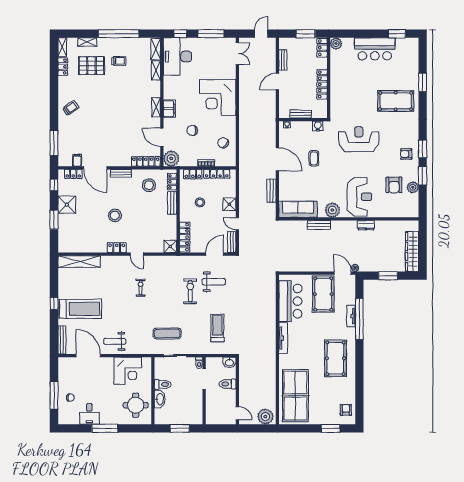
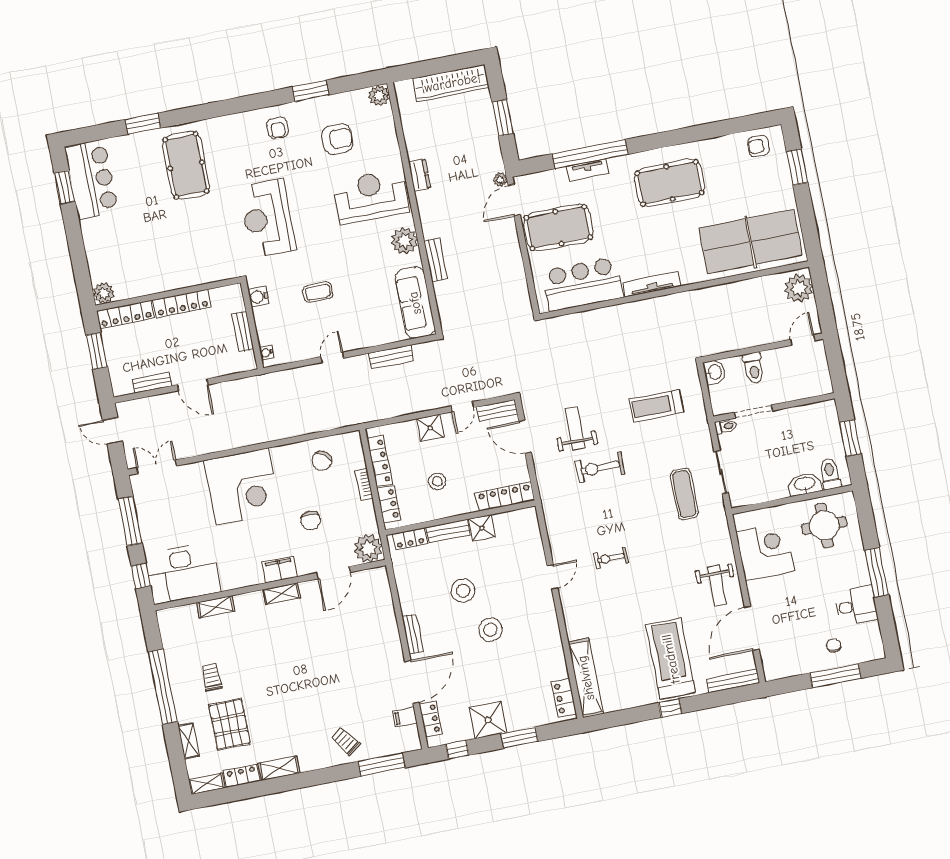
locker: (322, 48) -> (126, 315), width x1.53
shelving: (156, 49) -> (279, 768), moved
bar counter: (375, 49) -> (92, 180), moved
trolley: (71, 108) -> (346, 741), moved
window: (423, 149) -> (263, 100), removed
door: (277, 159) -> (332, 357), width x0.53
locker: (146, 161) -> (383, 593), removed
stool: (149, 185) -> (463, 591), moved
plant: (413, 187) -> (379, 96), moved
shower: (170, 246) -> (482, 528), moved
locker: (117, 248) -> (564, 698), moved
toilet: (163, 384) -> (830, 474), moved

